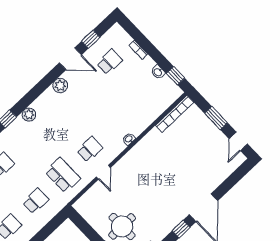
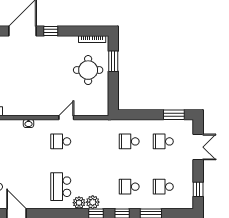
plant: (60, 86) -> (93, 202), moved
school desk: (63, 175) -> (61, 187), moved

